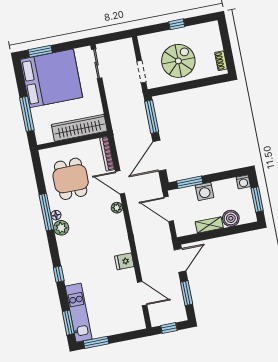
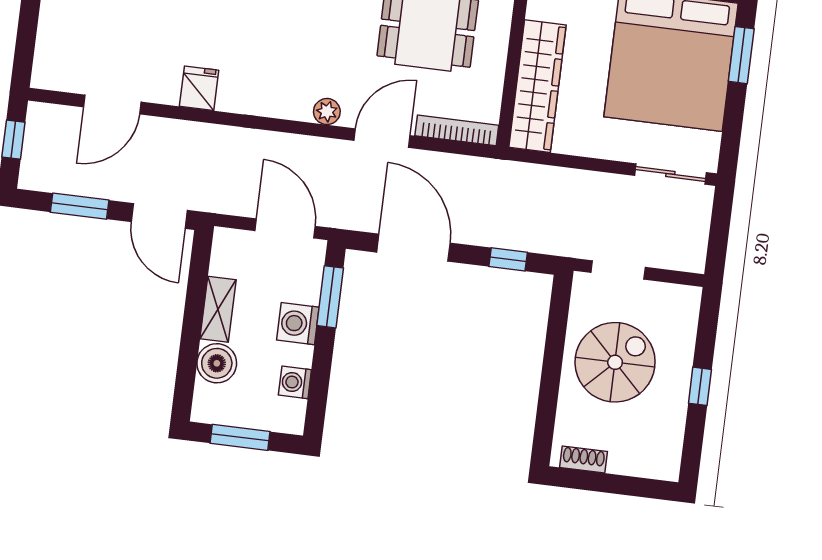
spiral stairs: (178, 61) -> (615, 362), turned -90
window: (152, 117) -> (508, 259), width x0.46
washing machine: (243, 182) -> (295, 382), moved
door: (169, 209) -> (285, 228), hinge flipped

